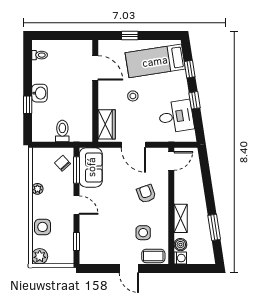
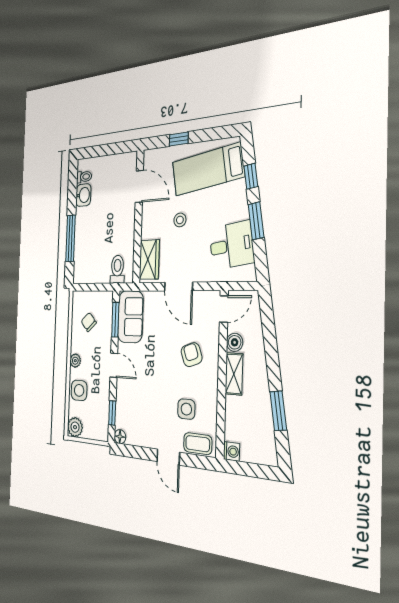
washbasin: (40, 93) -> (83, 195), moved
window: (195, 100) -> (256, 221), width x1.50
window: (28, 105) -> (71, 238), width x2.17
toilet: (62, 131) -> (117, 269), moved
chair: (63, 163) -> (89, 322), moved
plant: (37, 189) -> (75, 361), moved
shelving: (181, 218) -> (234, 374), moved
boiler: (180, 245) -> (235, 342), moved
floor lamp: (85, 259) -> (120, 437), added

